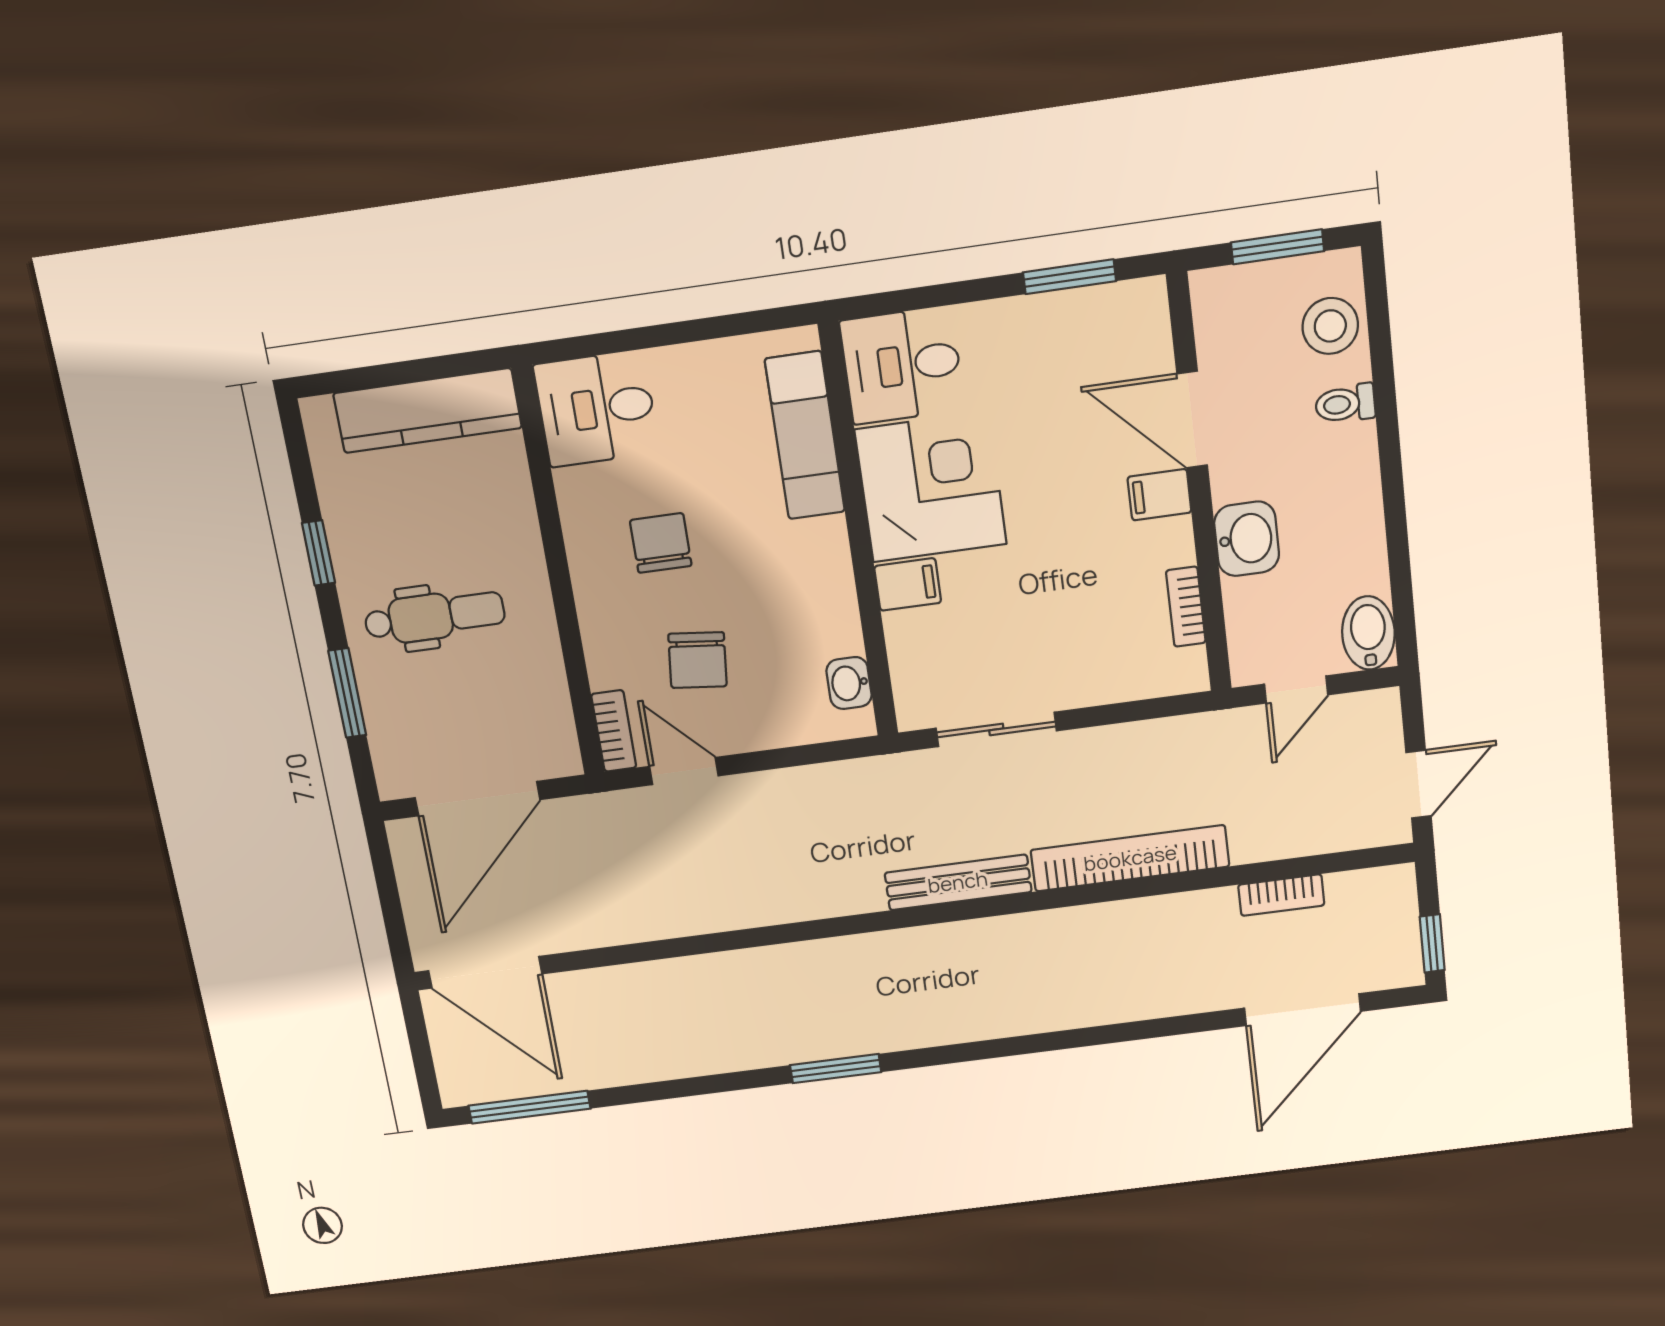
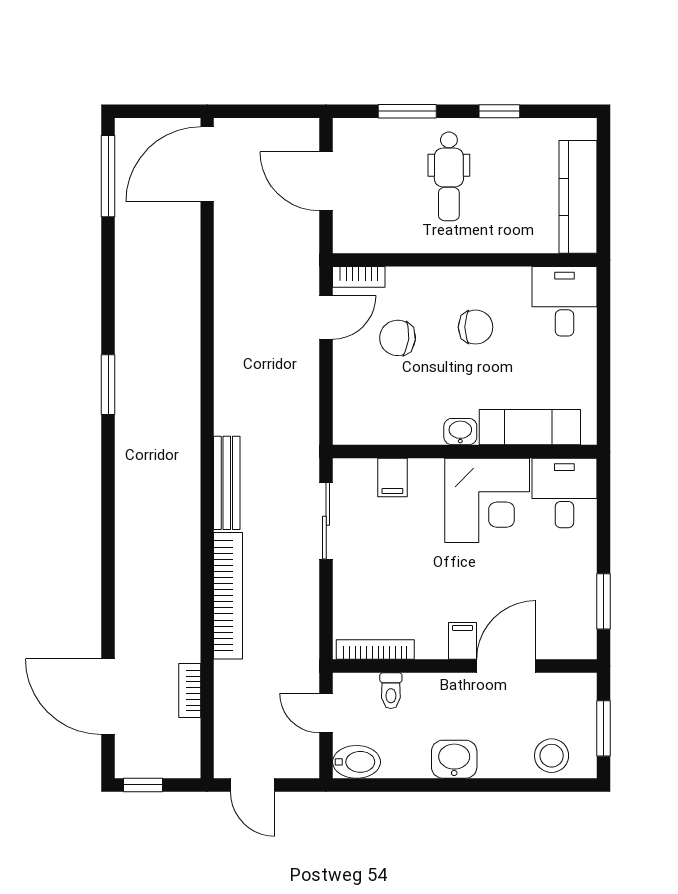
toilet: (1345, 404) -> (391, 691), moved, turned 180
washbasin: (1247, 539) -> (454, 759), moved, turned 180
filing cabinet: (908, 584) -> (392, 477), moved
bookcase: (1186, 607) -> (375, 650), width x1.56
washbasin: (849, 683) -> (460, 432), moved
door: (478, 799) -> (326, 181), width x0.73

